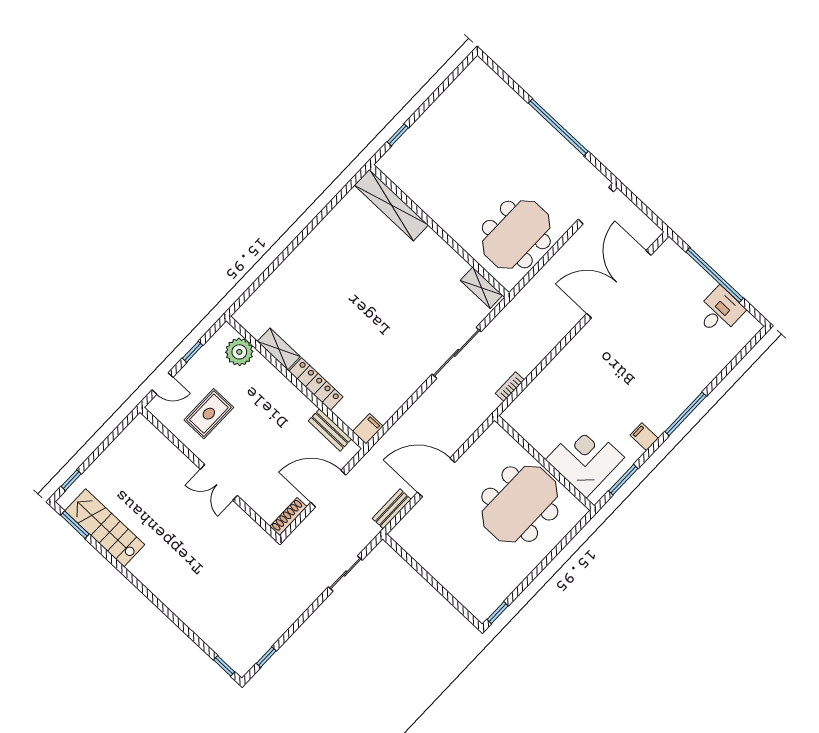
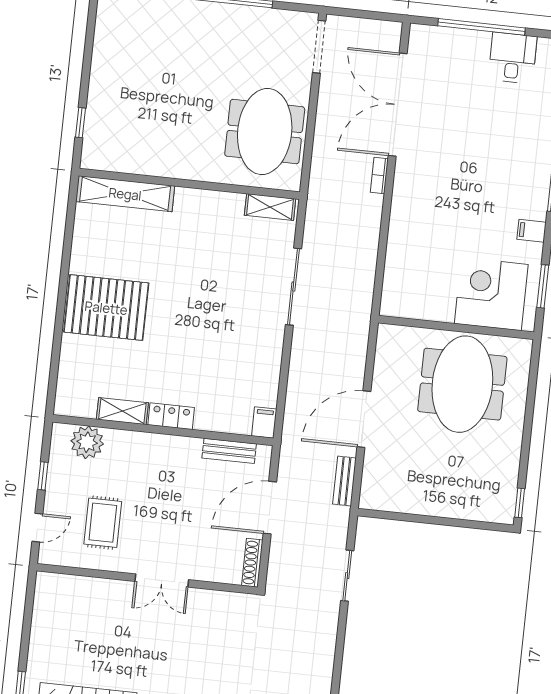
pallet: (321, 272) -> (106, 308), added
locker: (316, 384) -> (171, 416), width x0.66
bookcase: (510, 387) -> (379, 175), moved

